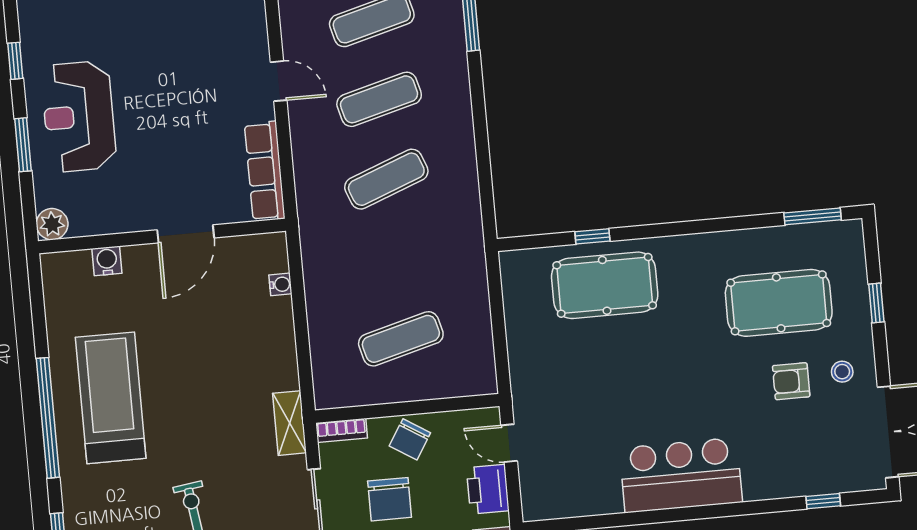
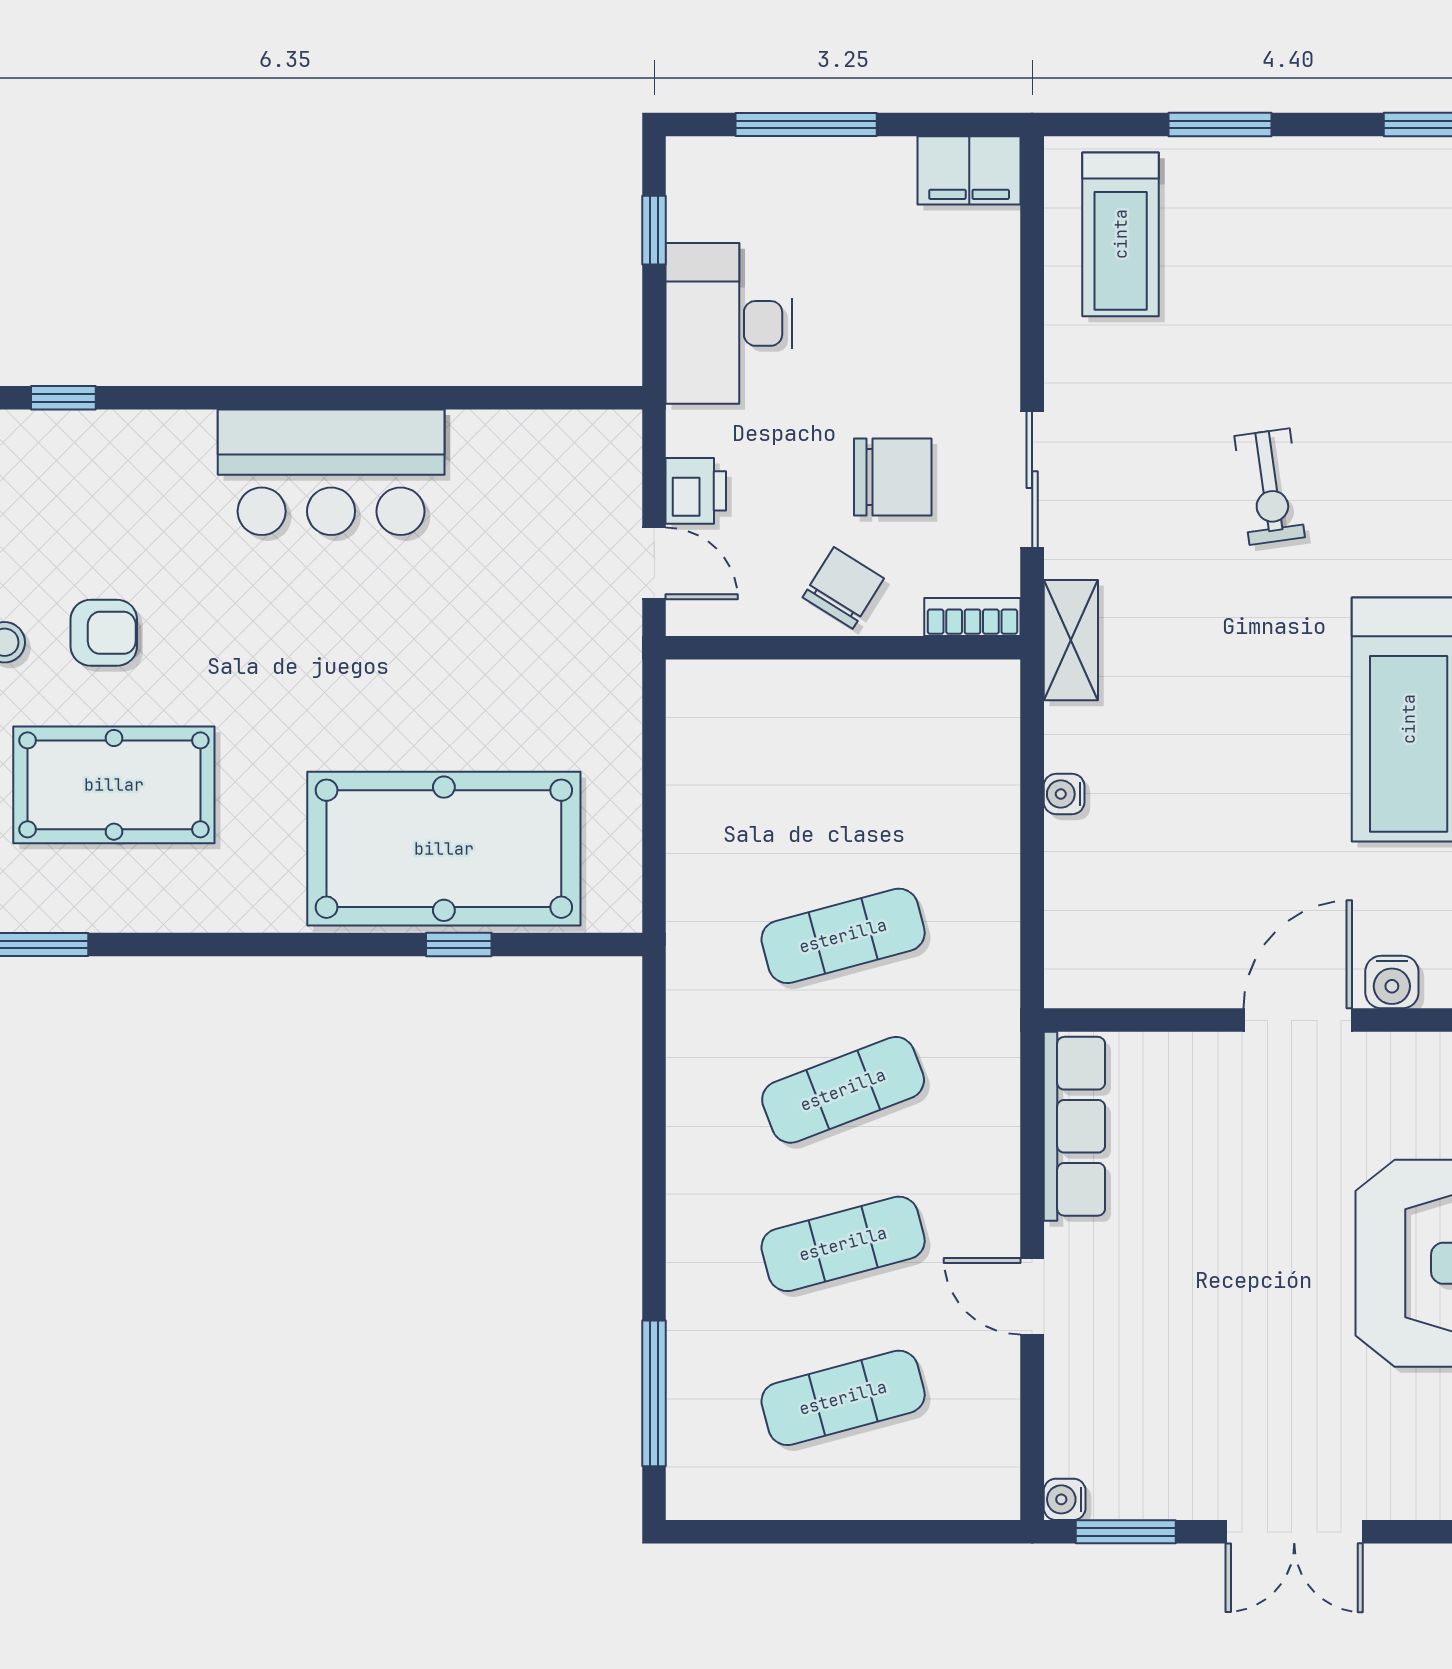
door: (186, 234) -> (1298, 1020), moved
water cooler: (280, 284) -> (1064, 794), moved
pool table: (605, 285) -> (444, 849), width x1.36, depth x1.32
exercise mat: (401, 339) -> (843, 936), moved
printer: (488, 489) -> (696, 491), width x0.73, depth x0.81
chair: (390, 499) -> (893, 477), turned 90

